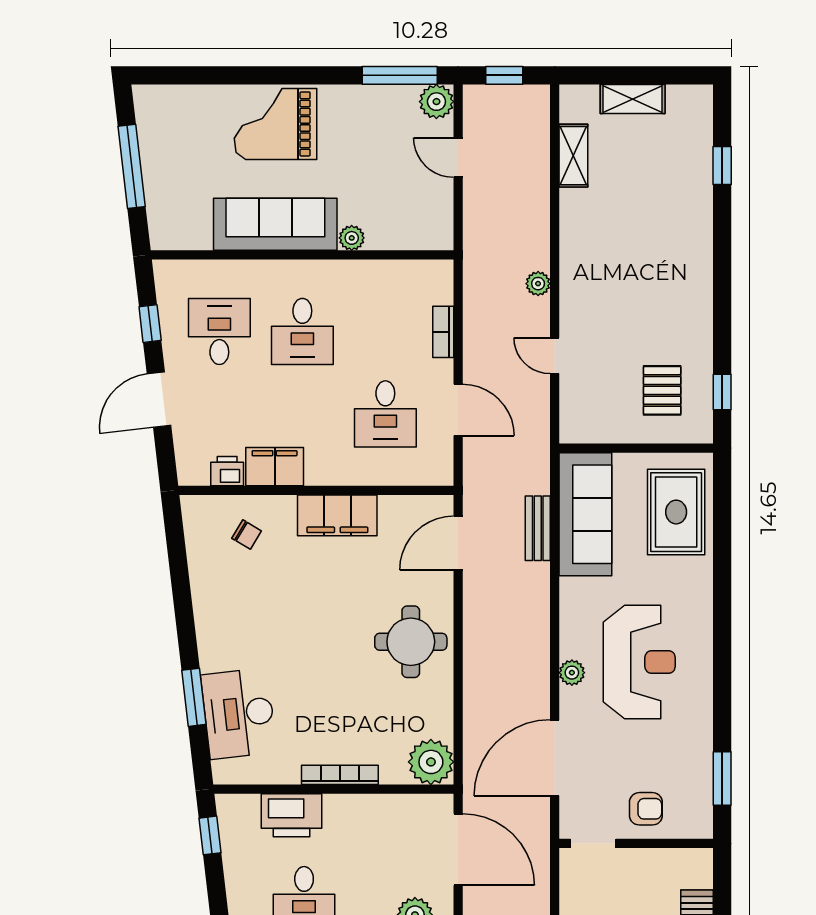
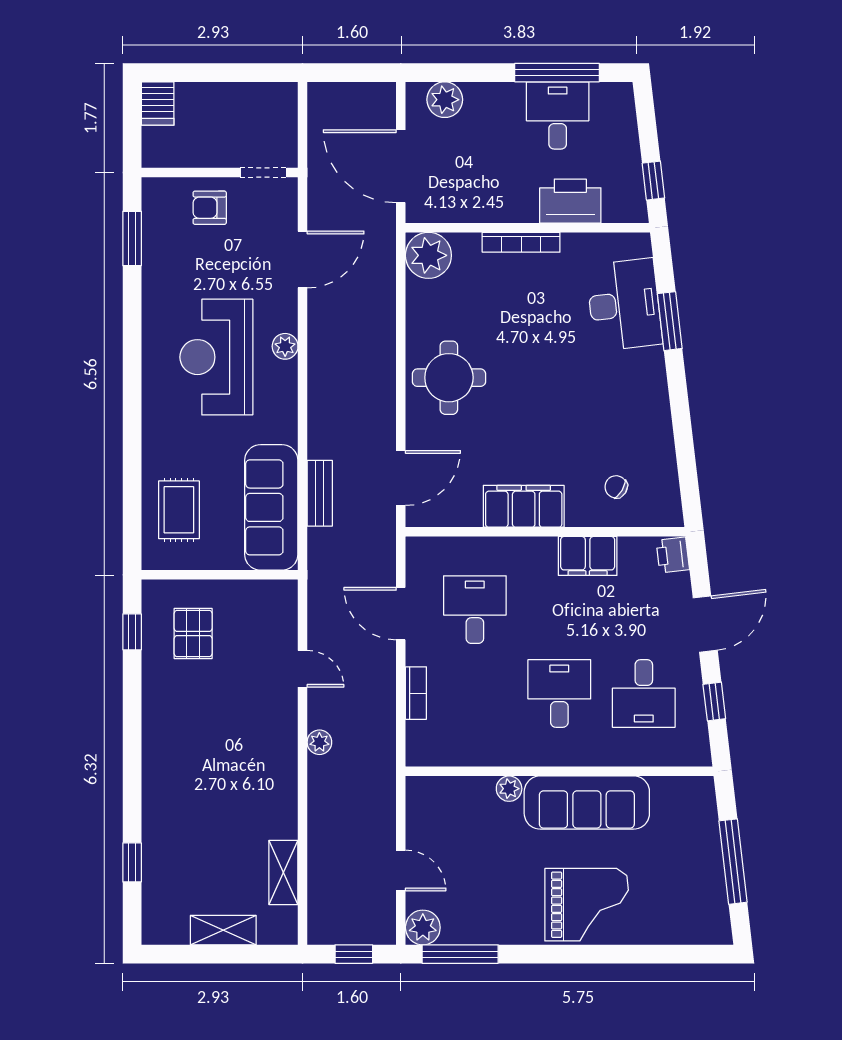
printer: (227, 471) -> (673, 555), moved, turned 83
rug: (676, 512) -> (179, 510), width x0.73, depth x0.70
door: (555, 758) -> (303, 260), width x0.73

